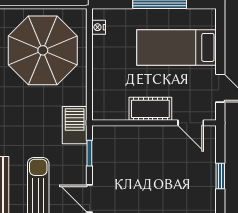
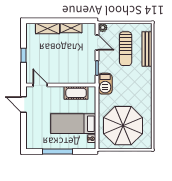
bed: (177, 47) -> (73, 124), moved, turned 180
cot: (150, 109) -> (76, 93), moved

